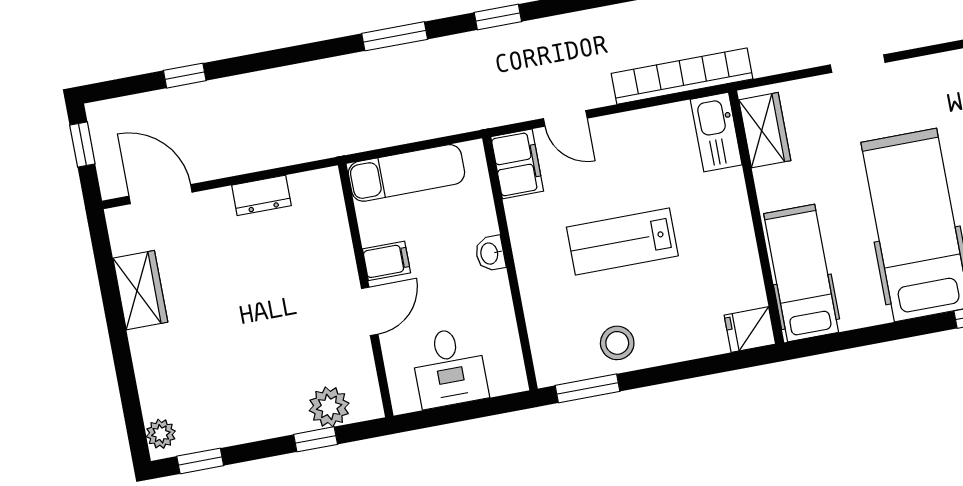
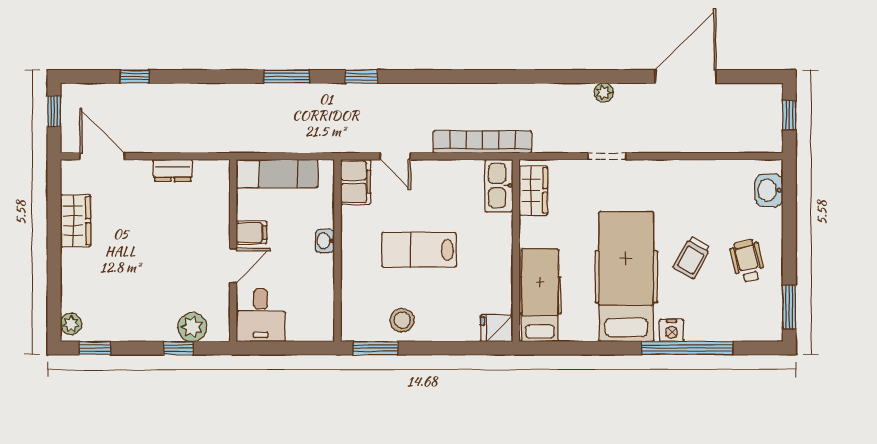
desk: (449, 367) -> (261, 315), moved

